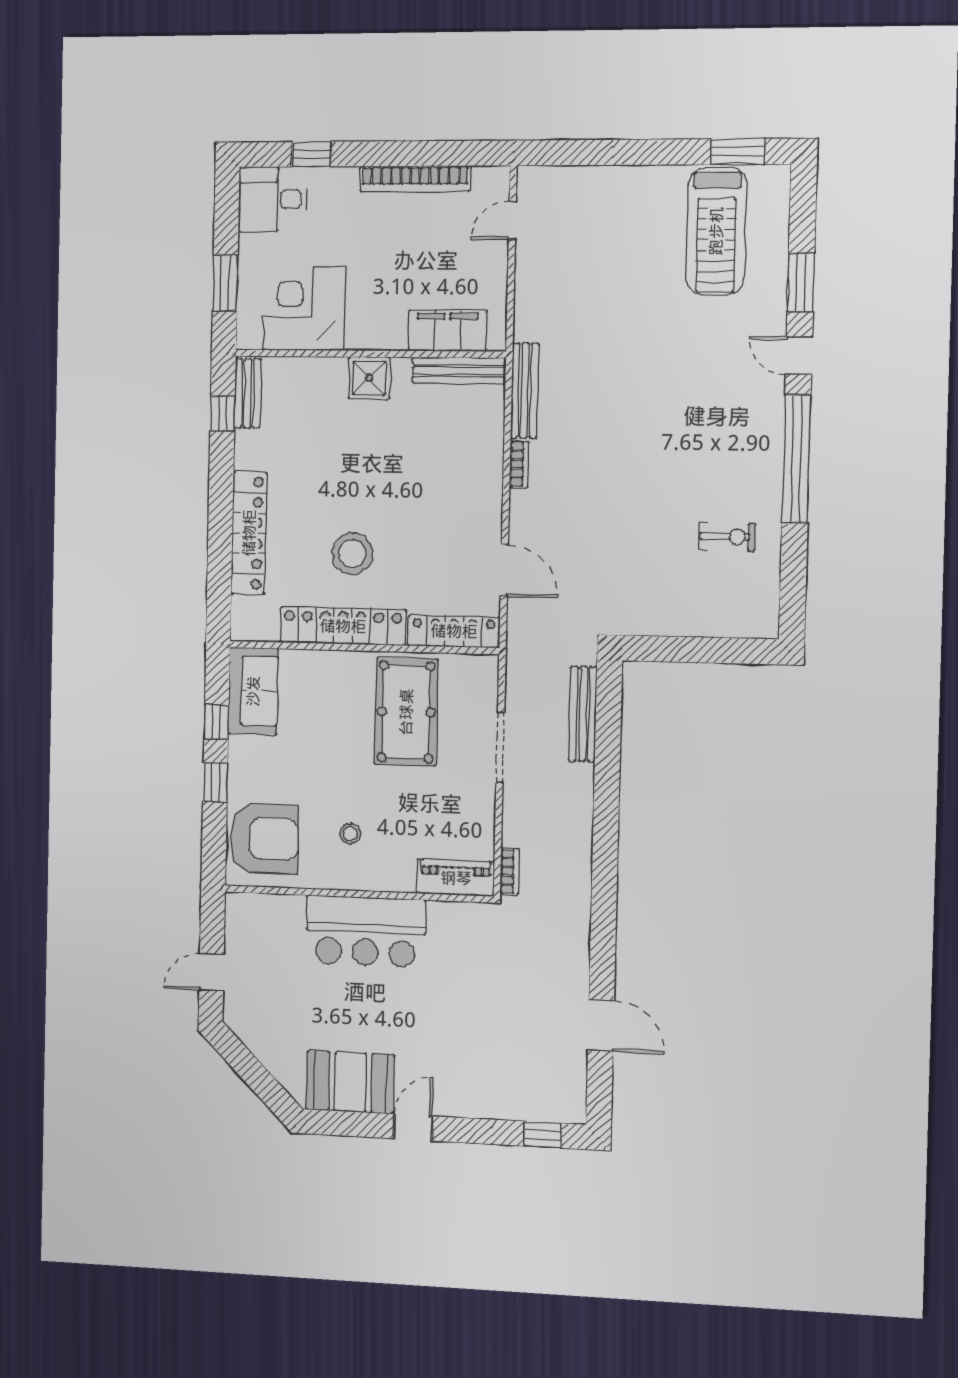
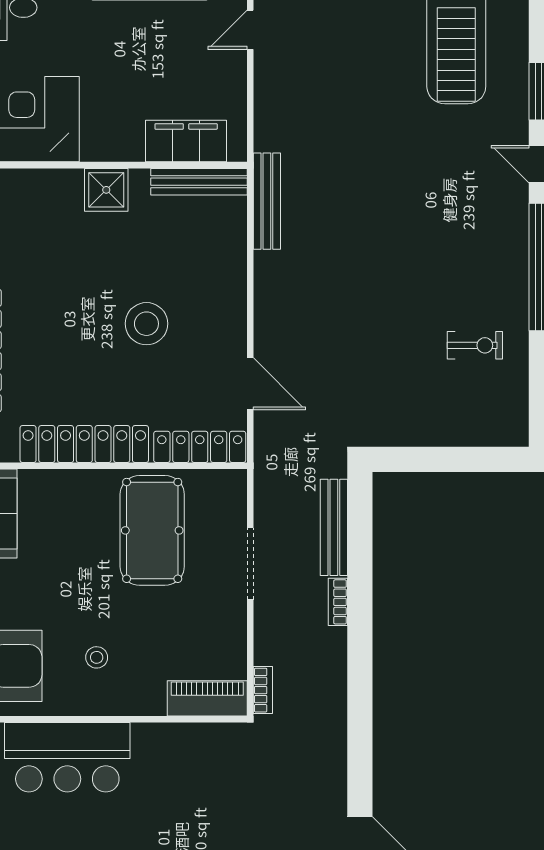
bookcase: (519, 464) -> (338, 602), moved, turned 180
stool: (352, 554) -> (146, 324), moved
bar counter: (365, 931) -> (67, 757), moved

